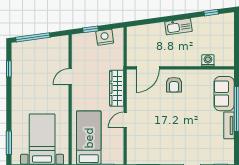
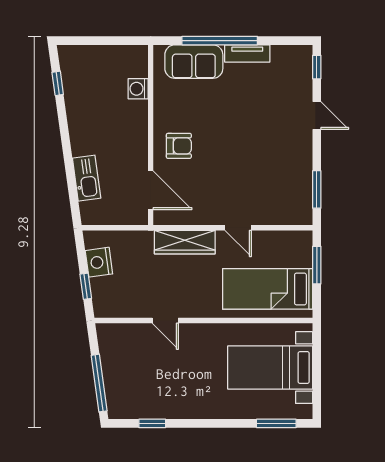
kitchen sink: (178, 27) -> (87, 178), moved

